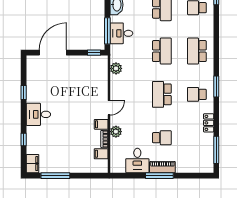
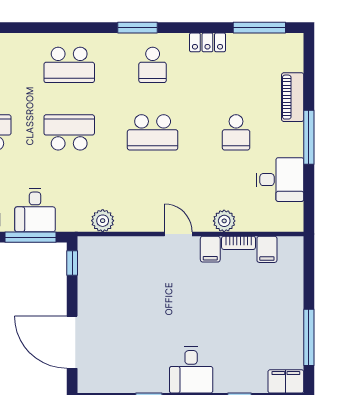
school desk: (162, 138) -> (236, 132), turned 180
piano: (162, 167) -> (293, 97), moved

